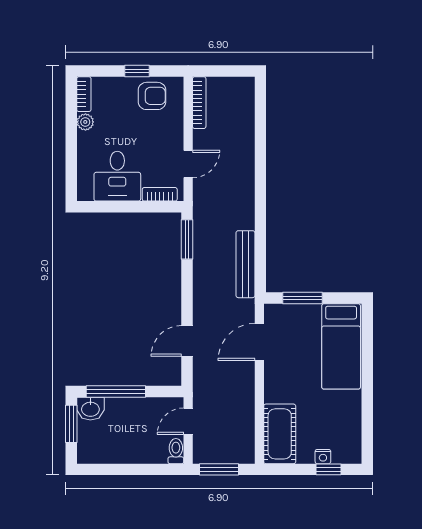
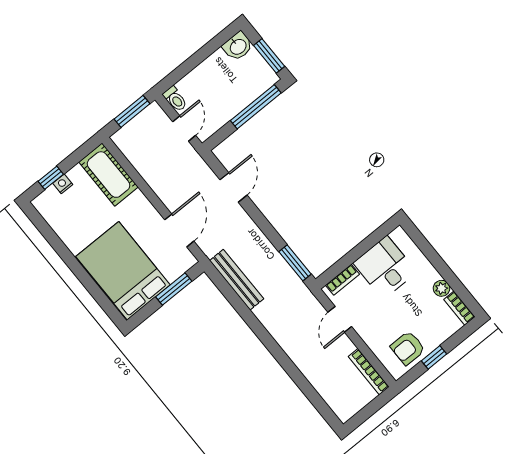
bed: (341, 346) -> (123, 271), width x1.50
washbasin: (90, 409) -> (238, 46), moved, turned 180

